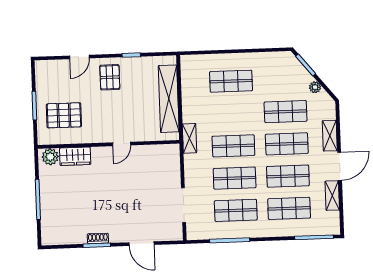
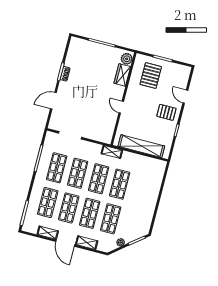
shop shelf: (231, 81) -> (120, 184), moved

